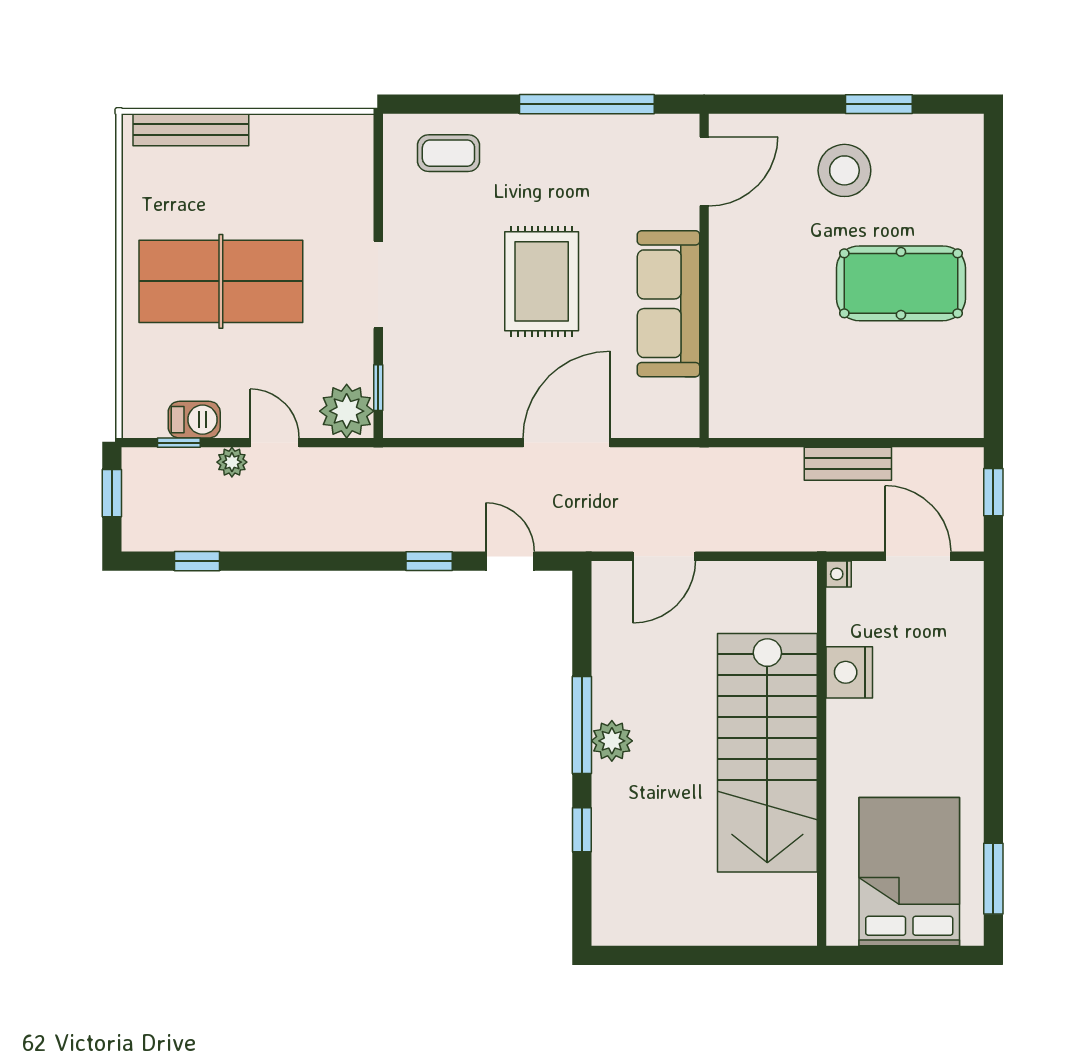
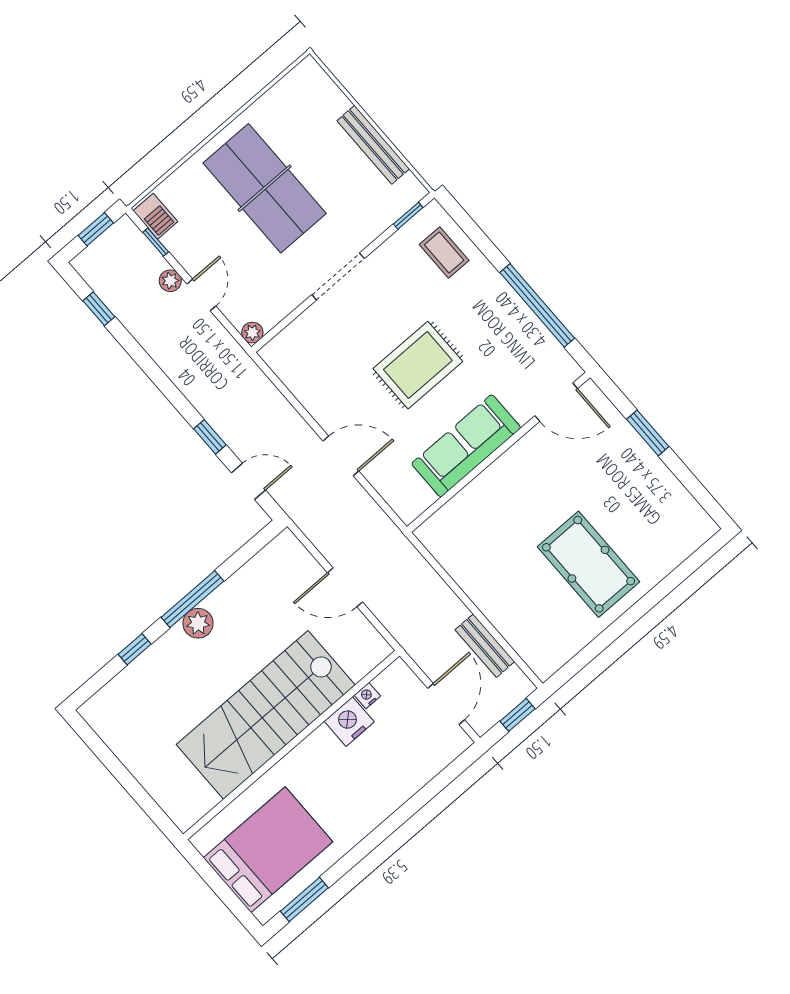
window: (879, 104) -> (648, 433), moved
bench: (191, 130) -> (373, 145), moved
stool: (844, 170) -> (624, 479), removed
window: (378, 388) -> (408, 216), moved
plant: (347, 411) -> (252, 333), width x0.53, depth x0.53
barbecue: (194, 420) -> (155, 216), moved
door: (567, 443) -> (341, 456), width x0.73
bench: (848, 464) -> (485, 646), moved
door: (664, 556) -> (345, 587), moved
door: (510, 561) -> (248, 481), hinge flipped
nightstand: (839, 574) -> (367, 696), moved

